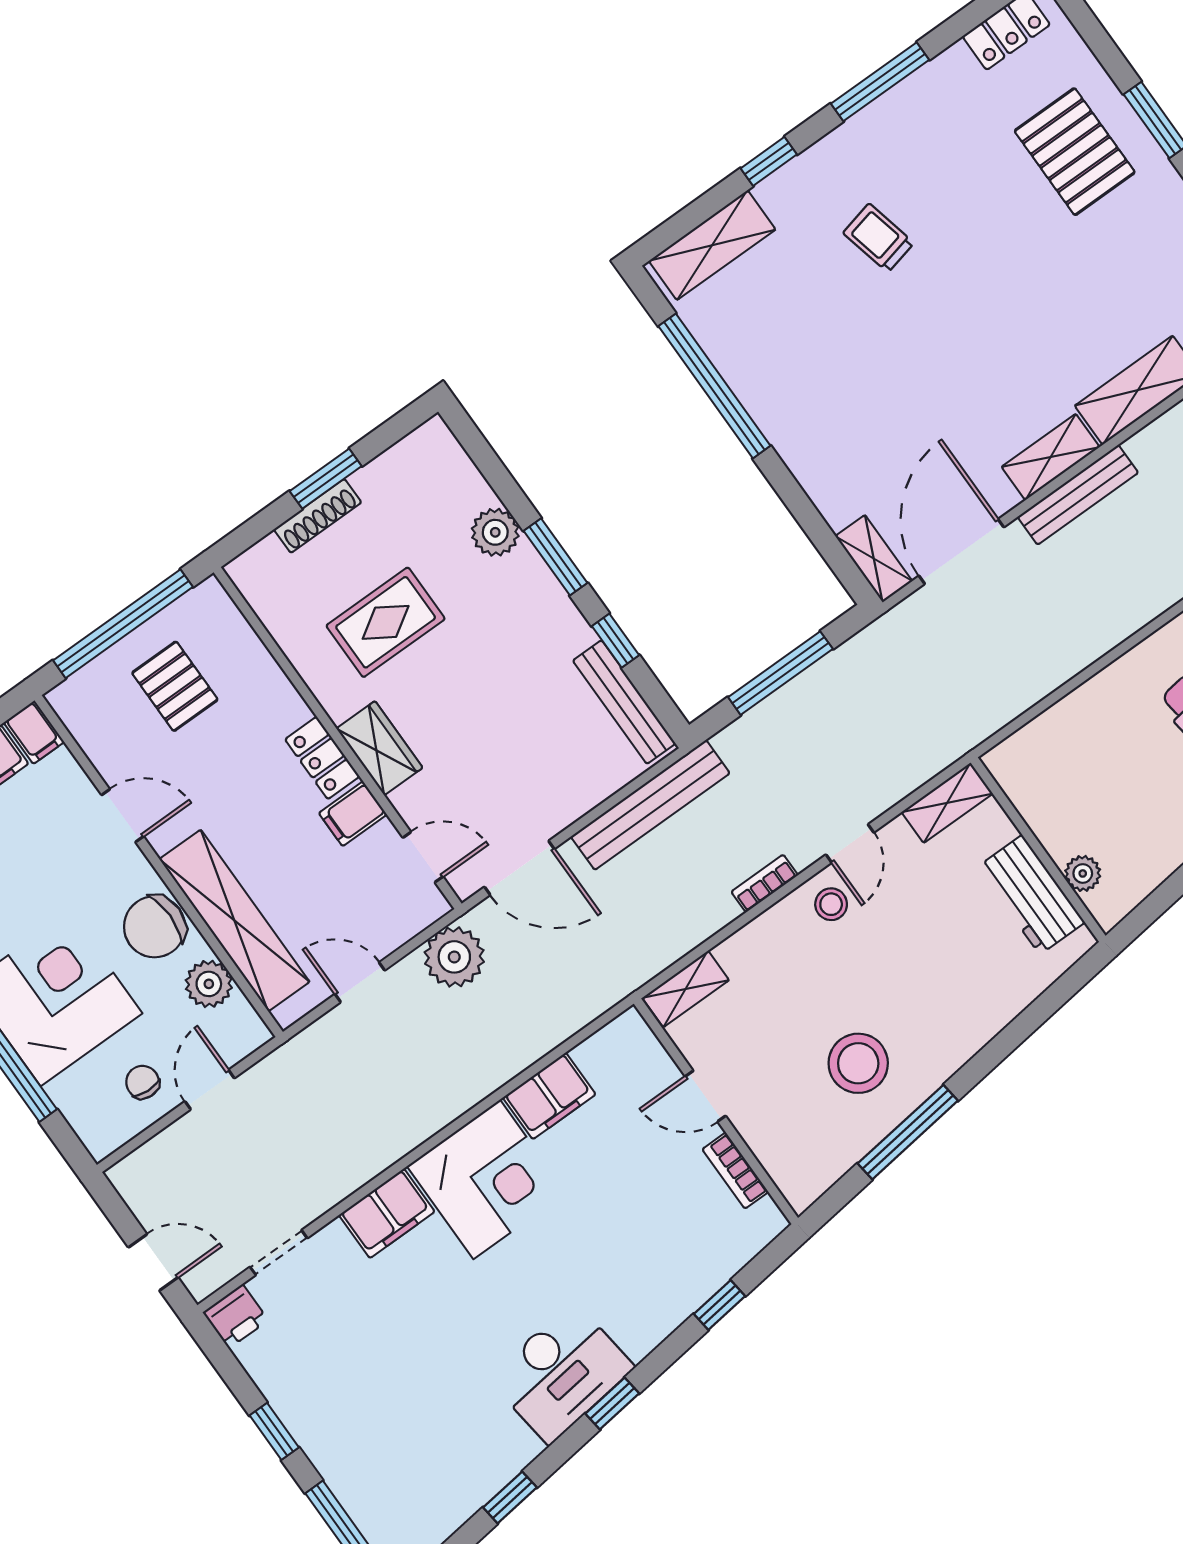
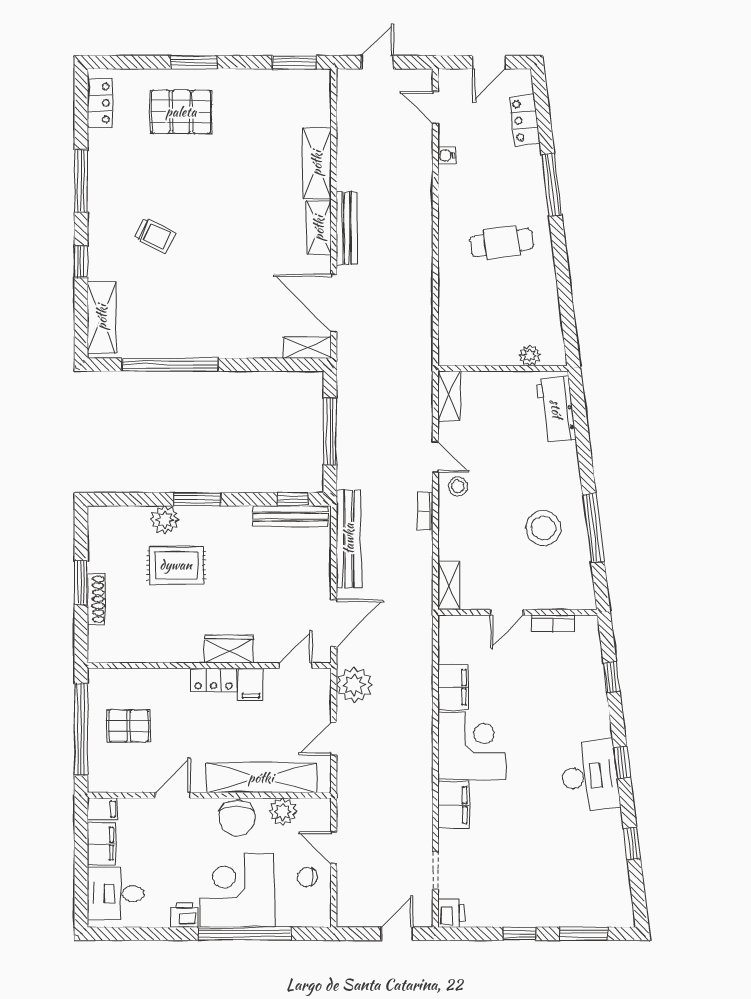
trolley: (878, 238) -> (155, 235), turned -142
rug: (386, 622) -> (176, 565), moved, turned 90
window: (615, 641) -> (293, 499), moved
workbench: (1031, 895) -> (556, 409), moved, turned 83

